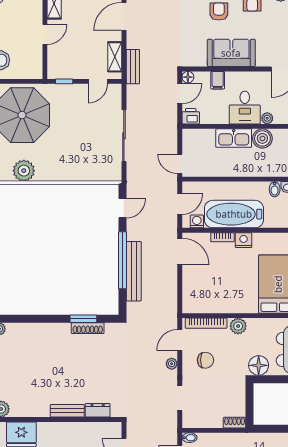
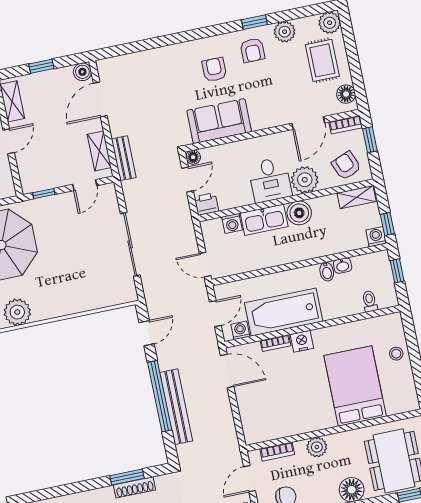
sofa: (231, 53) -> (219, 121), moved
filing cabinet: (218, 80) -> (230, 153), removed
plant: (267, 118) -> (305, 180), width x1.88, depth x1.88
washing machine: (208, 136) -> (232, 223), added
bookcase: (206, 323) -> (277, 452), width x0.64

